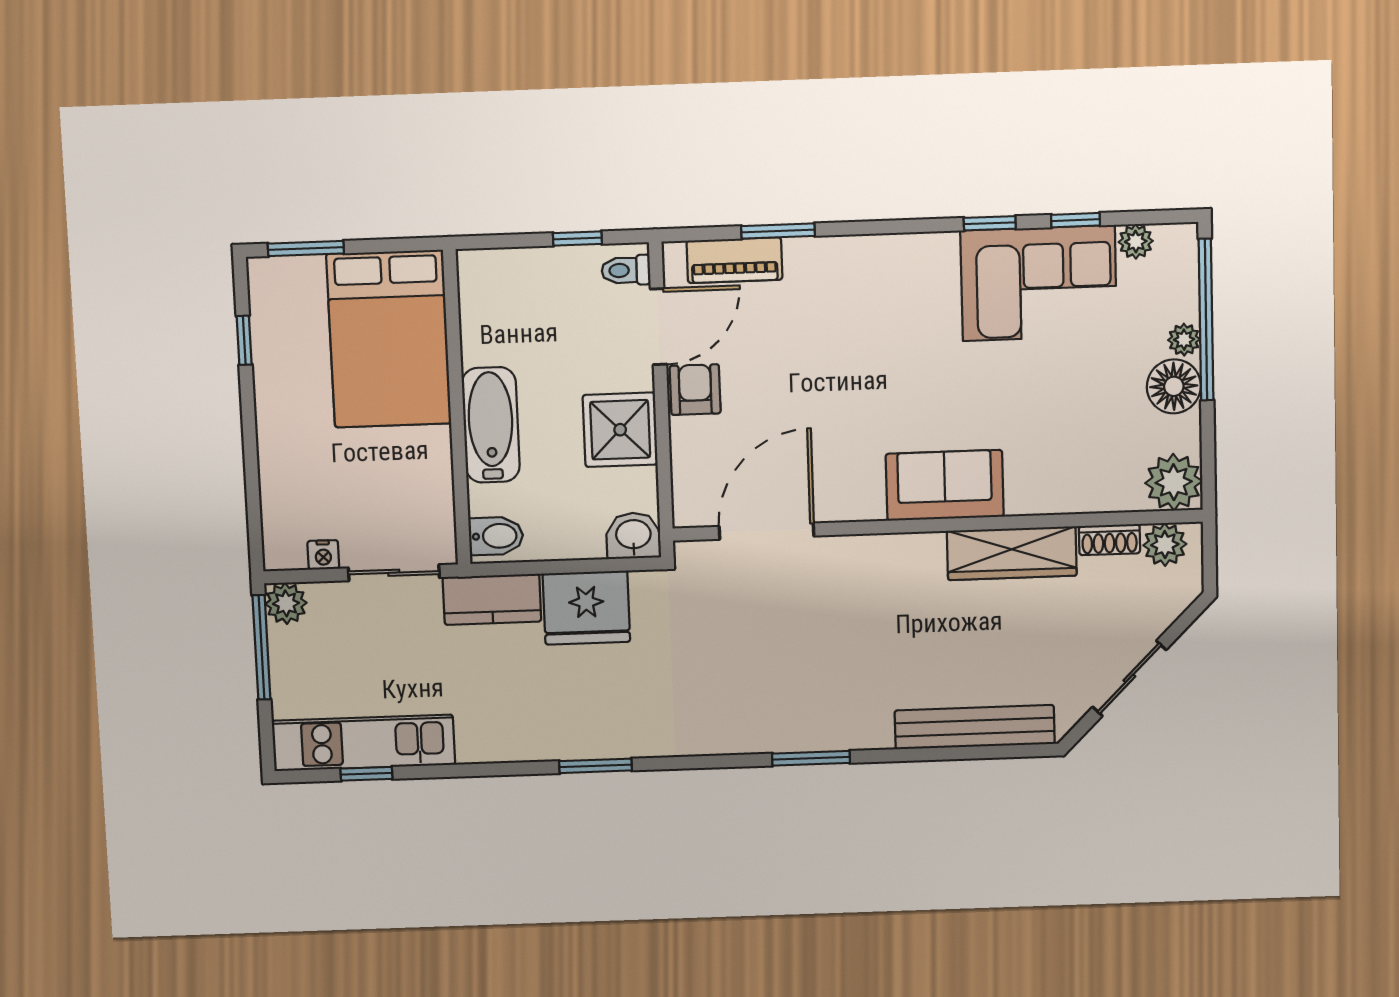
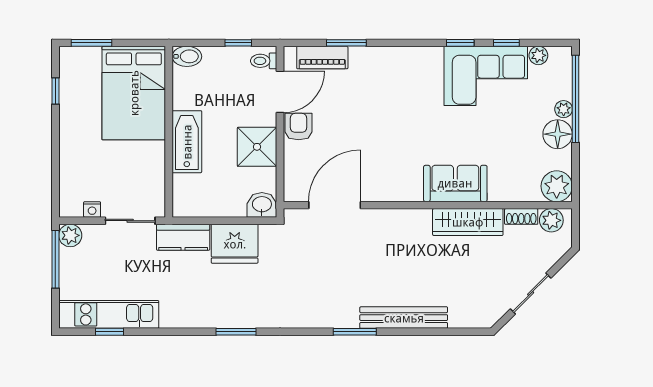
sofa: (945, 485) -> (455, 183), moved
bidet: (496, 536) -> (187, 56), moved
bench: (975, 727) -> (404, 318), moved

